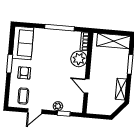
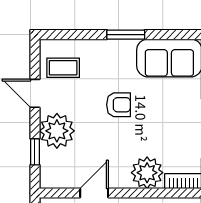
armchair: (24, 73) -> (119, 105), moved
plant: (58, 106) -> (57, 131), width x1.88, depth x1.88

